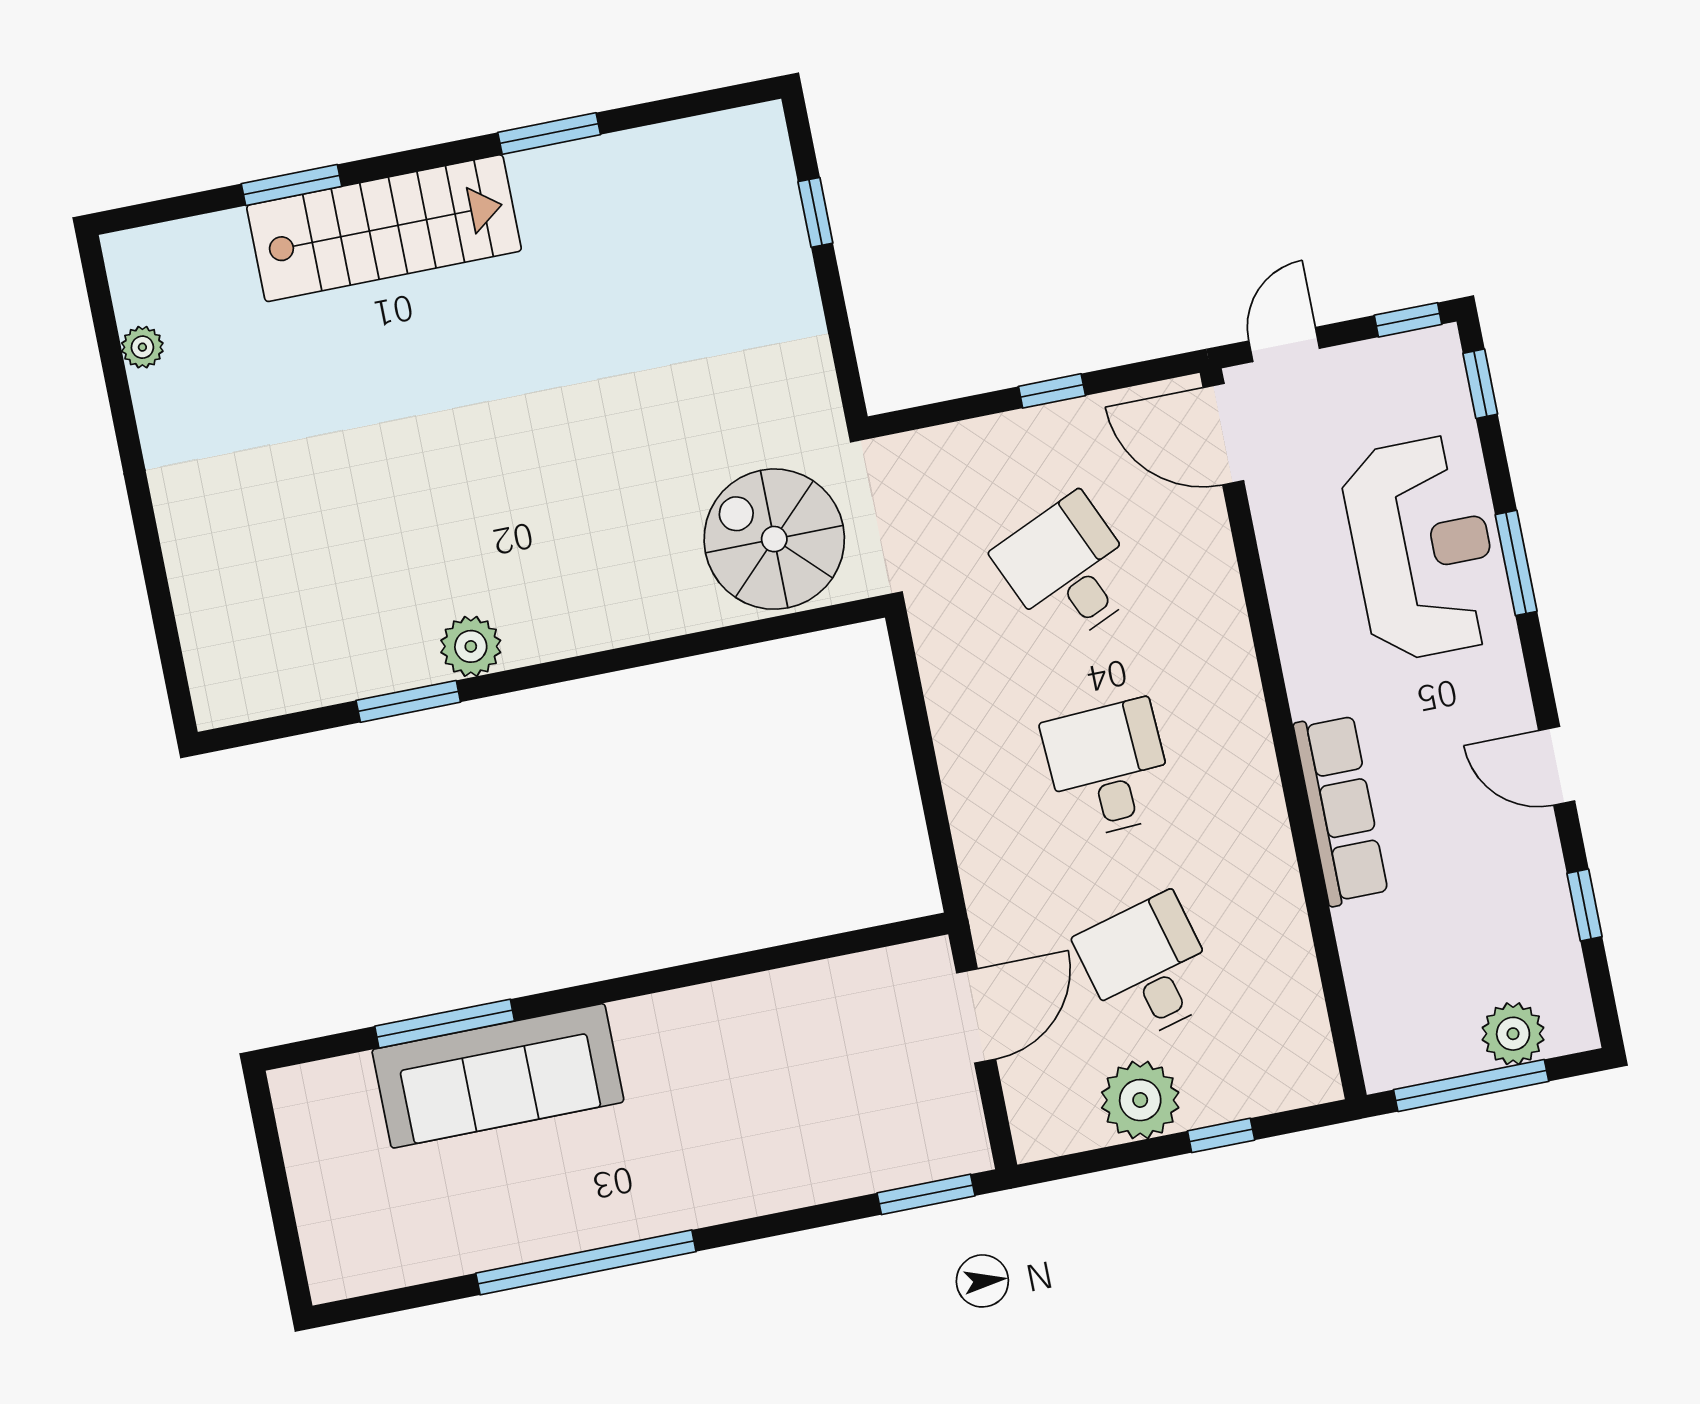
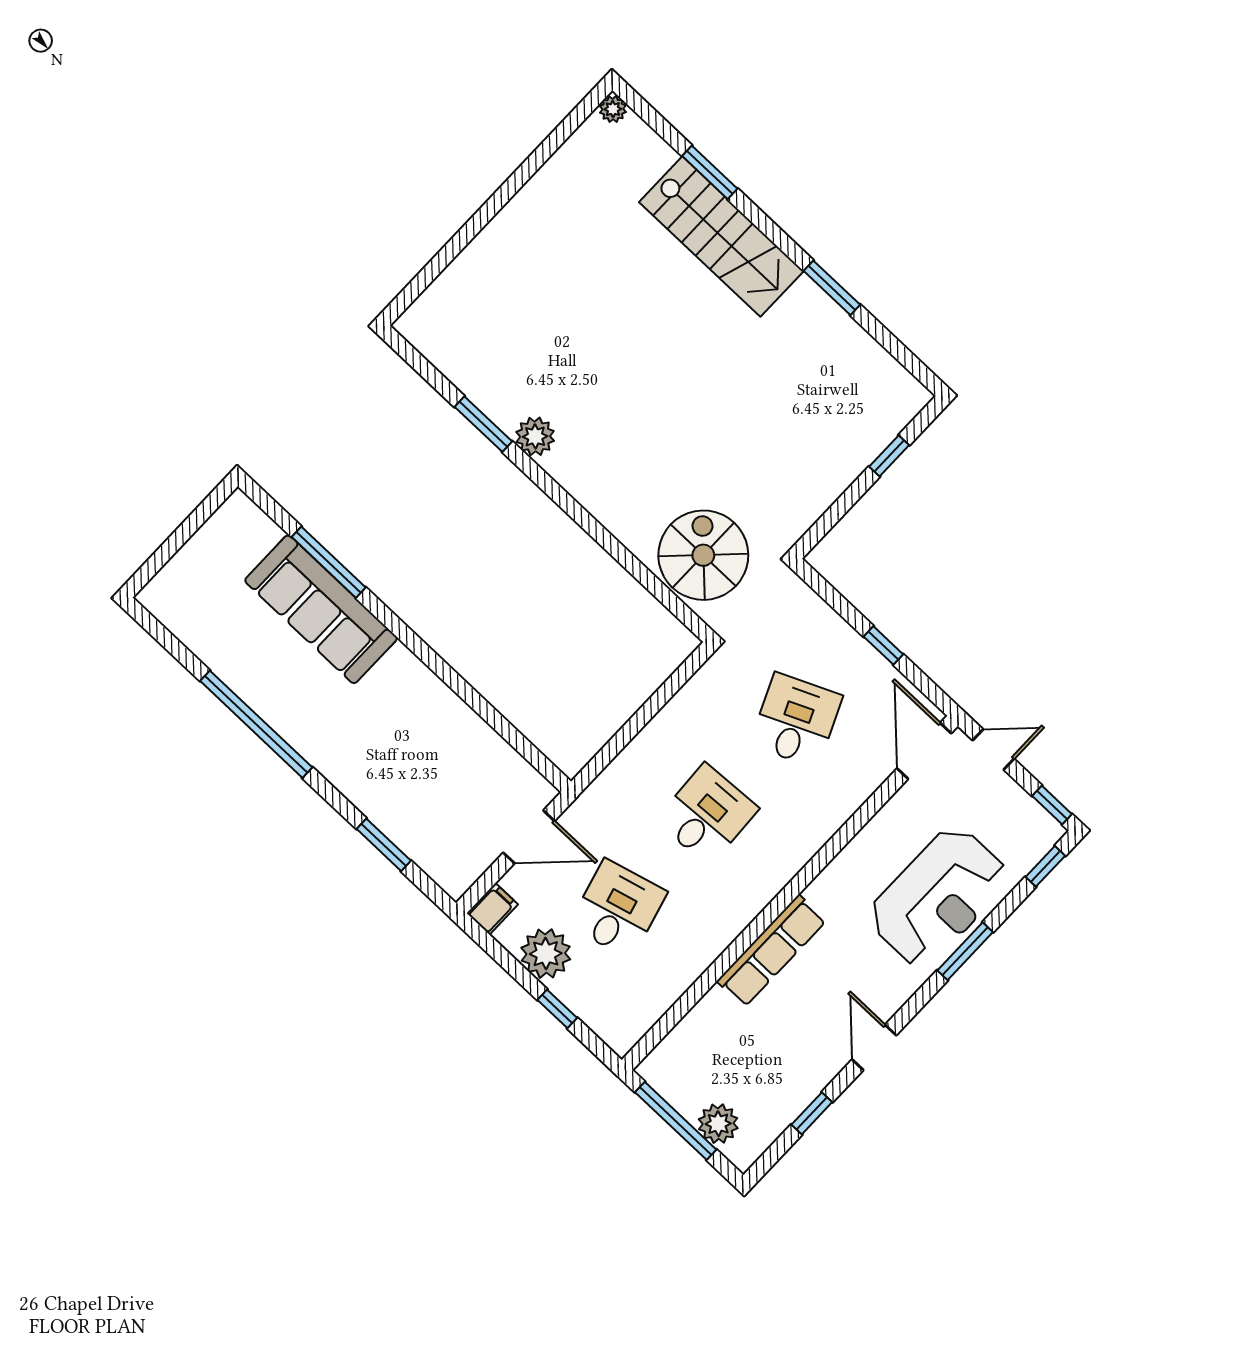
plant: (142, 347) -> (613, 109), moved
filing cabinet: (1035, 1128) -> (492, 909), added
window: (926, 1194) -> (384, 845), moved

